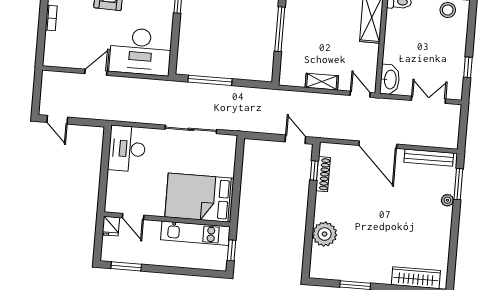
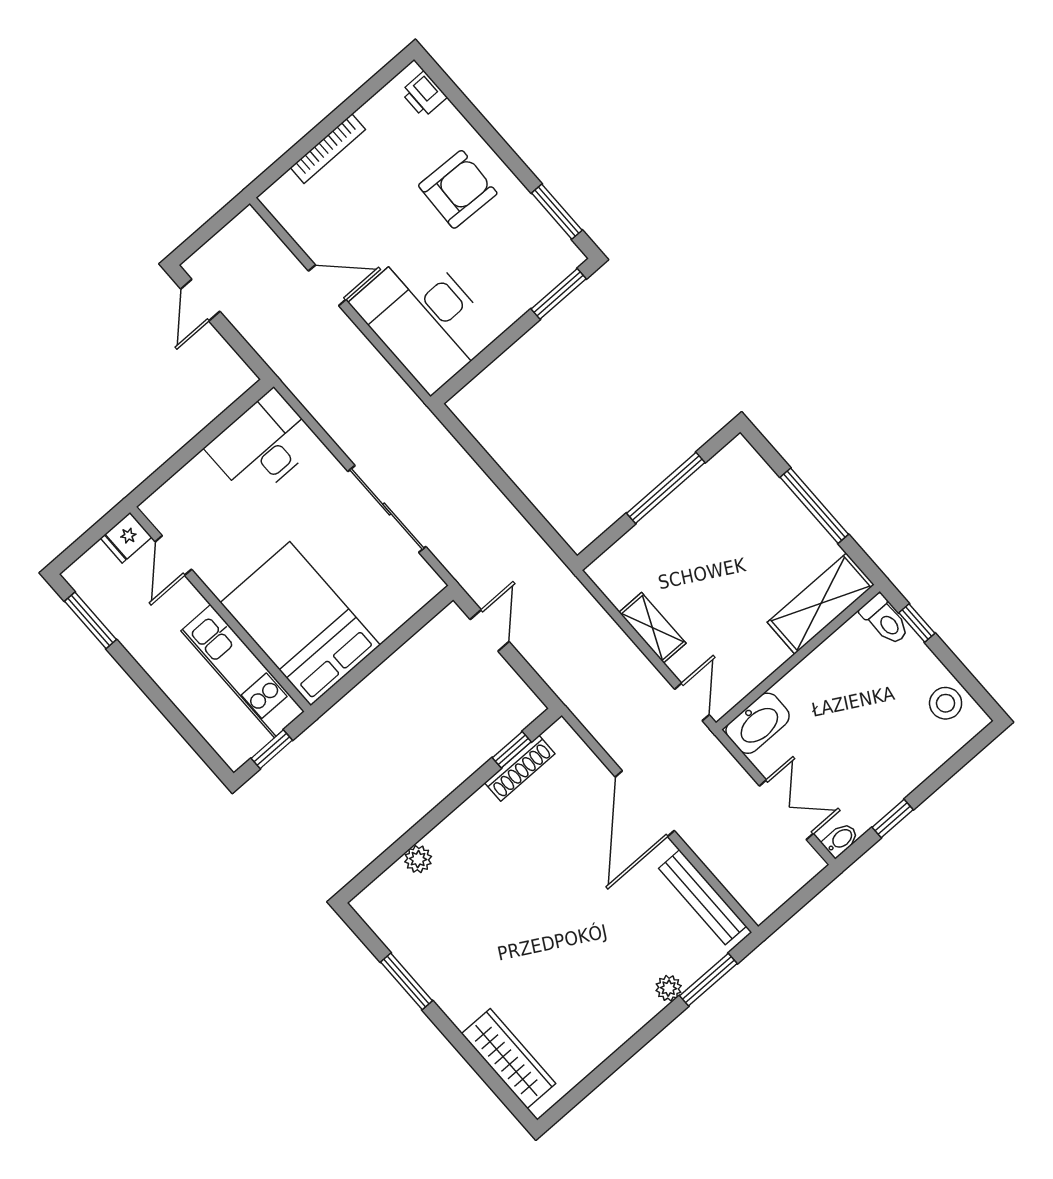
bookcase: (51, 18) -> (328, 149), width x1.56
window: (210, 80) -> (487, 463), removed
bidet: (457, 92) -> (840, 840), added
door: (295, 139) -> (490, 630), moved
plant: (325, 234) -> (418, 859), width x0.53, depth x0.53

